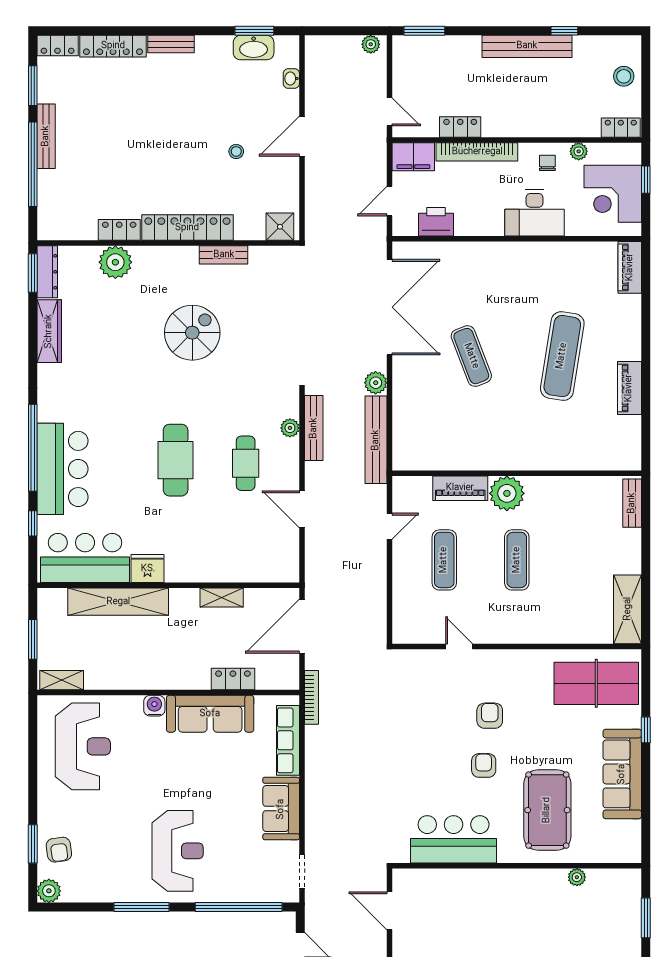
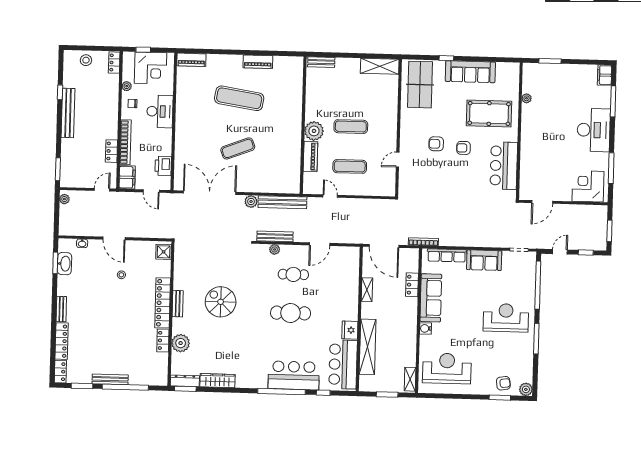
bench: (224, 255) -> (178, 304), moved

